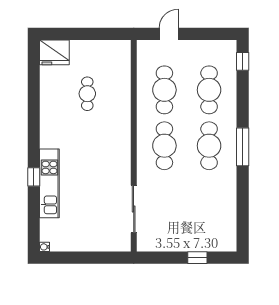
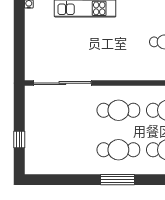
sliding door: (134, 209) -> (62, 83), width x1.36

